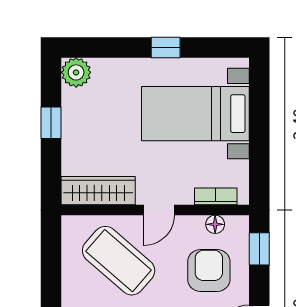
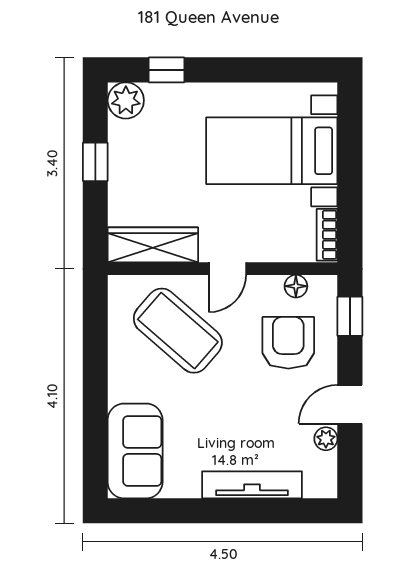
window: (166, 47) -> (167, 70), moved
bookcase: (216, 196) -> (327, 235), moved, turned -90

